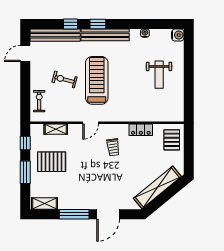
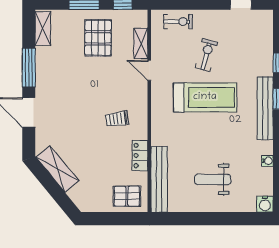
bench: (55, 35) -> (159, 179), moved
door: (91, 123) -> (149, 70), moved
shelving: (157, 187) -> (57, 169), width x0.68

